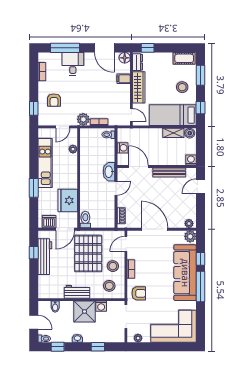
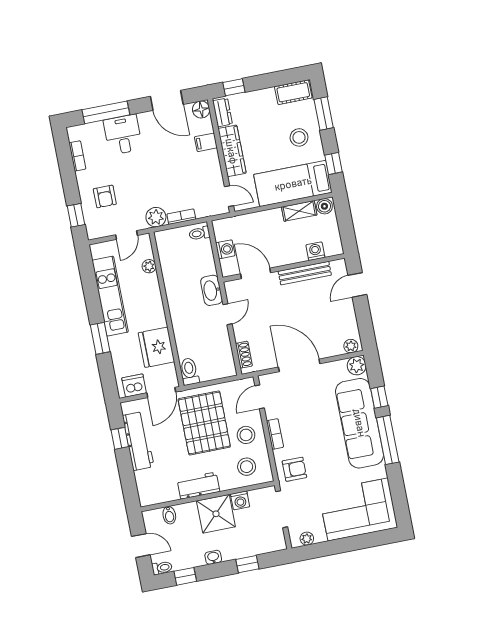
washing machine: (191, 160) -> (315, 251), moved

